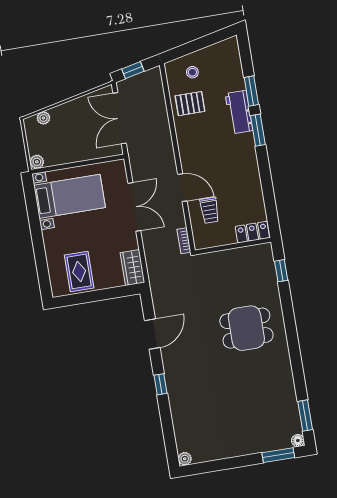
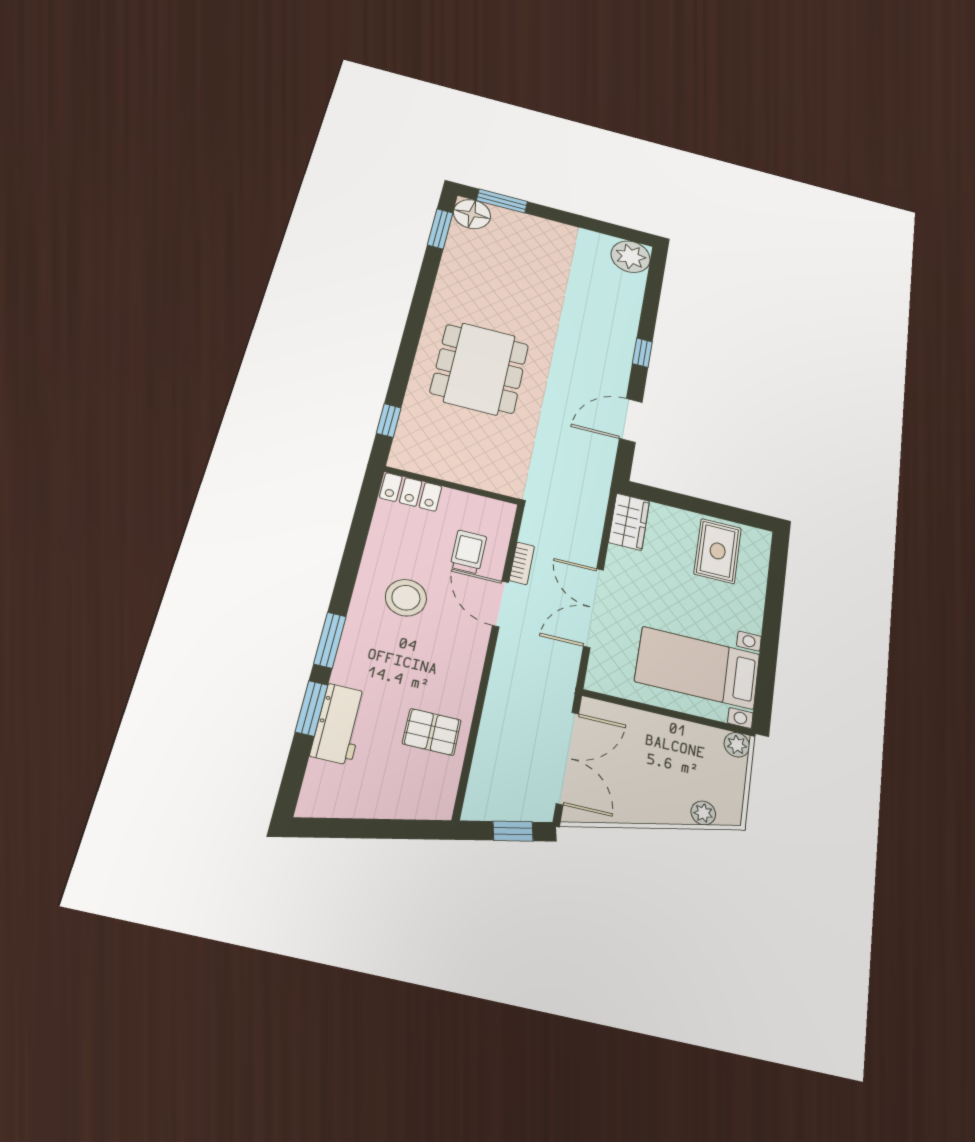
stool: (192, 72) -> (406, 598), moved, width x1.89, depth x1.89
workbench: (239, 112) -> (339, 724), moved
bookcase: (184, 241) -> (522, 563), moved
dining table: (246, 328) -> (480, 369), width x1.37
floor lamp: (298, 441) -> (472, 214), width x1.89, depth x1.89
plant: (185, 459) -> (631, 257), width x1.88, depth x1.88

